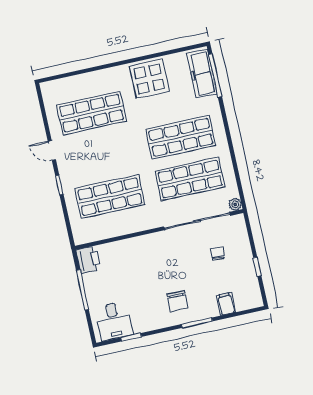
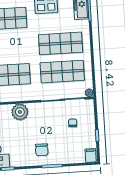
plant: (136, 249) -> (20, 112), added
filing cabinet: (226, 304) -> (91, 155), moved

